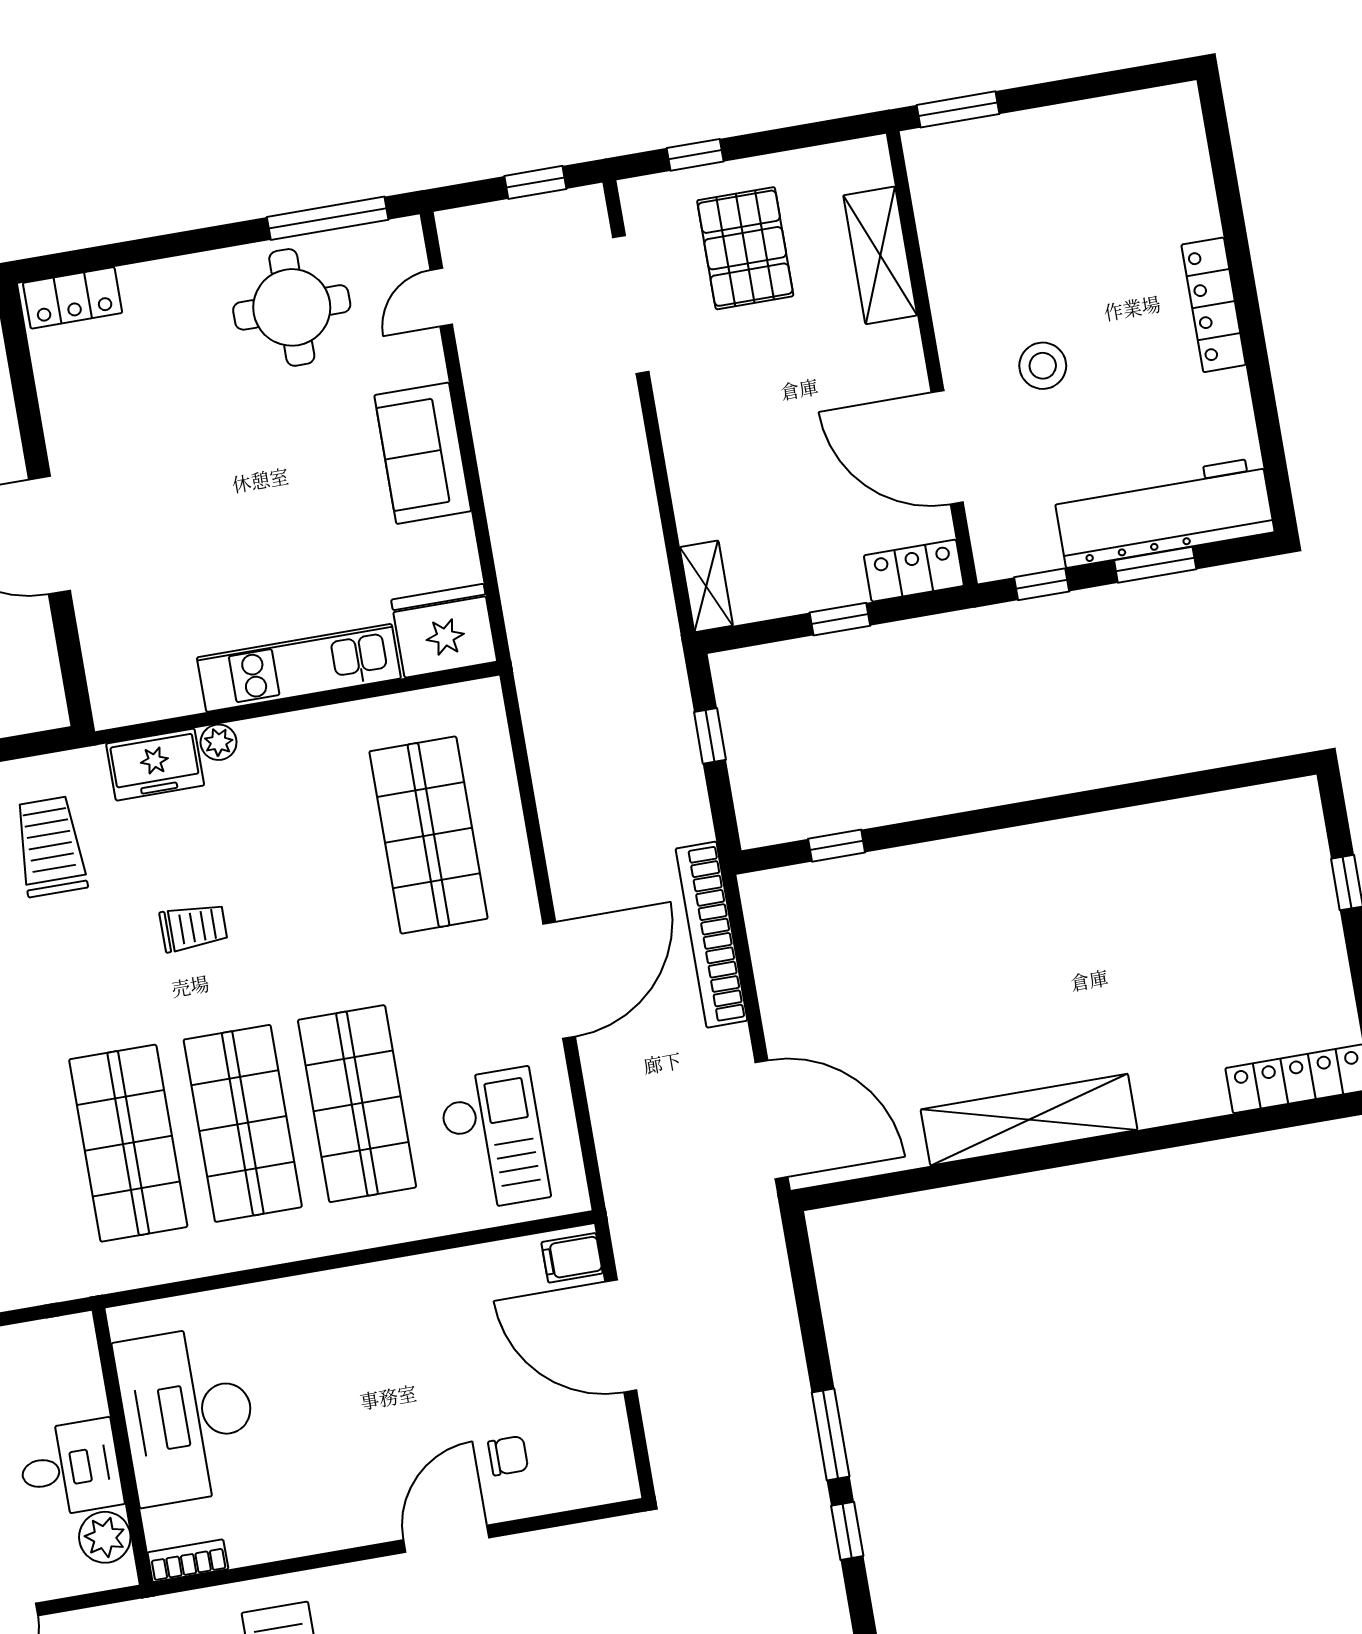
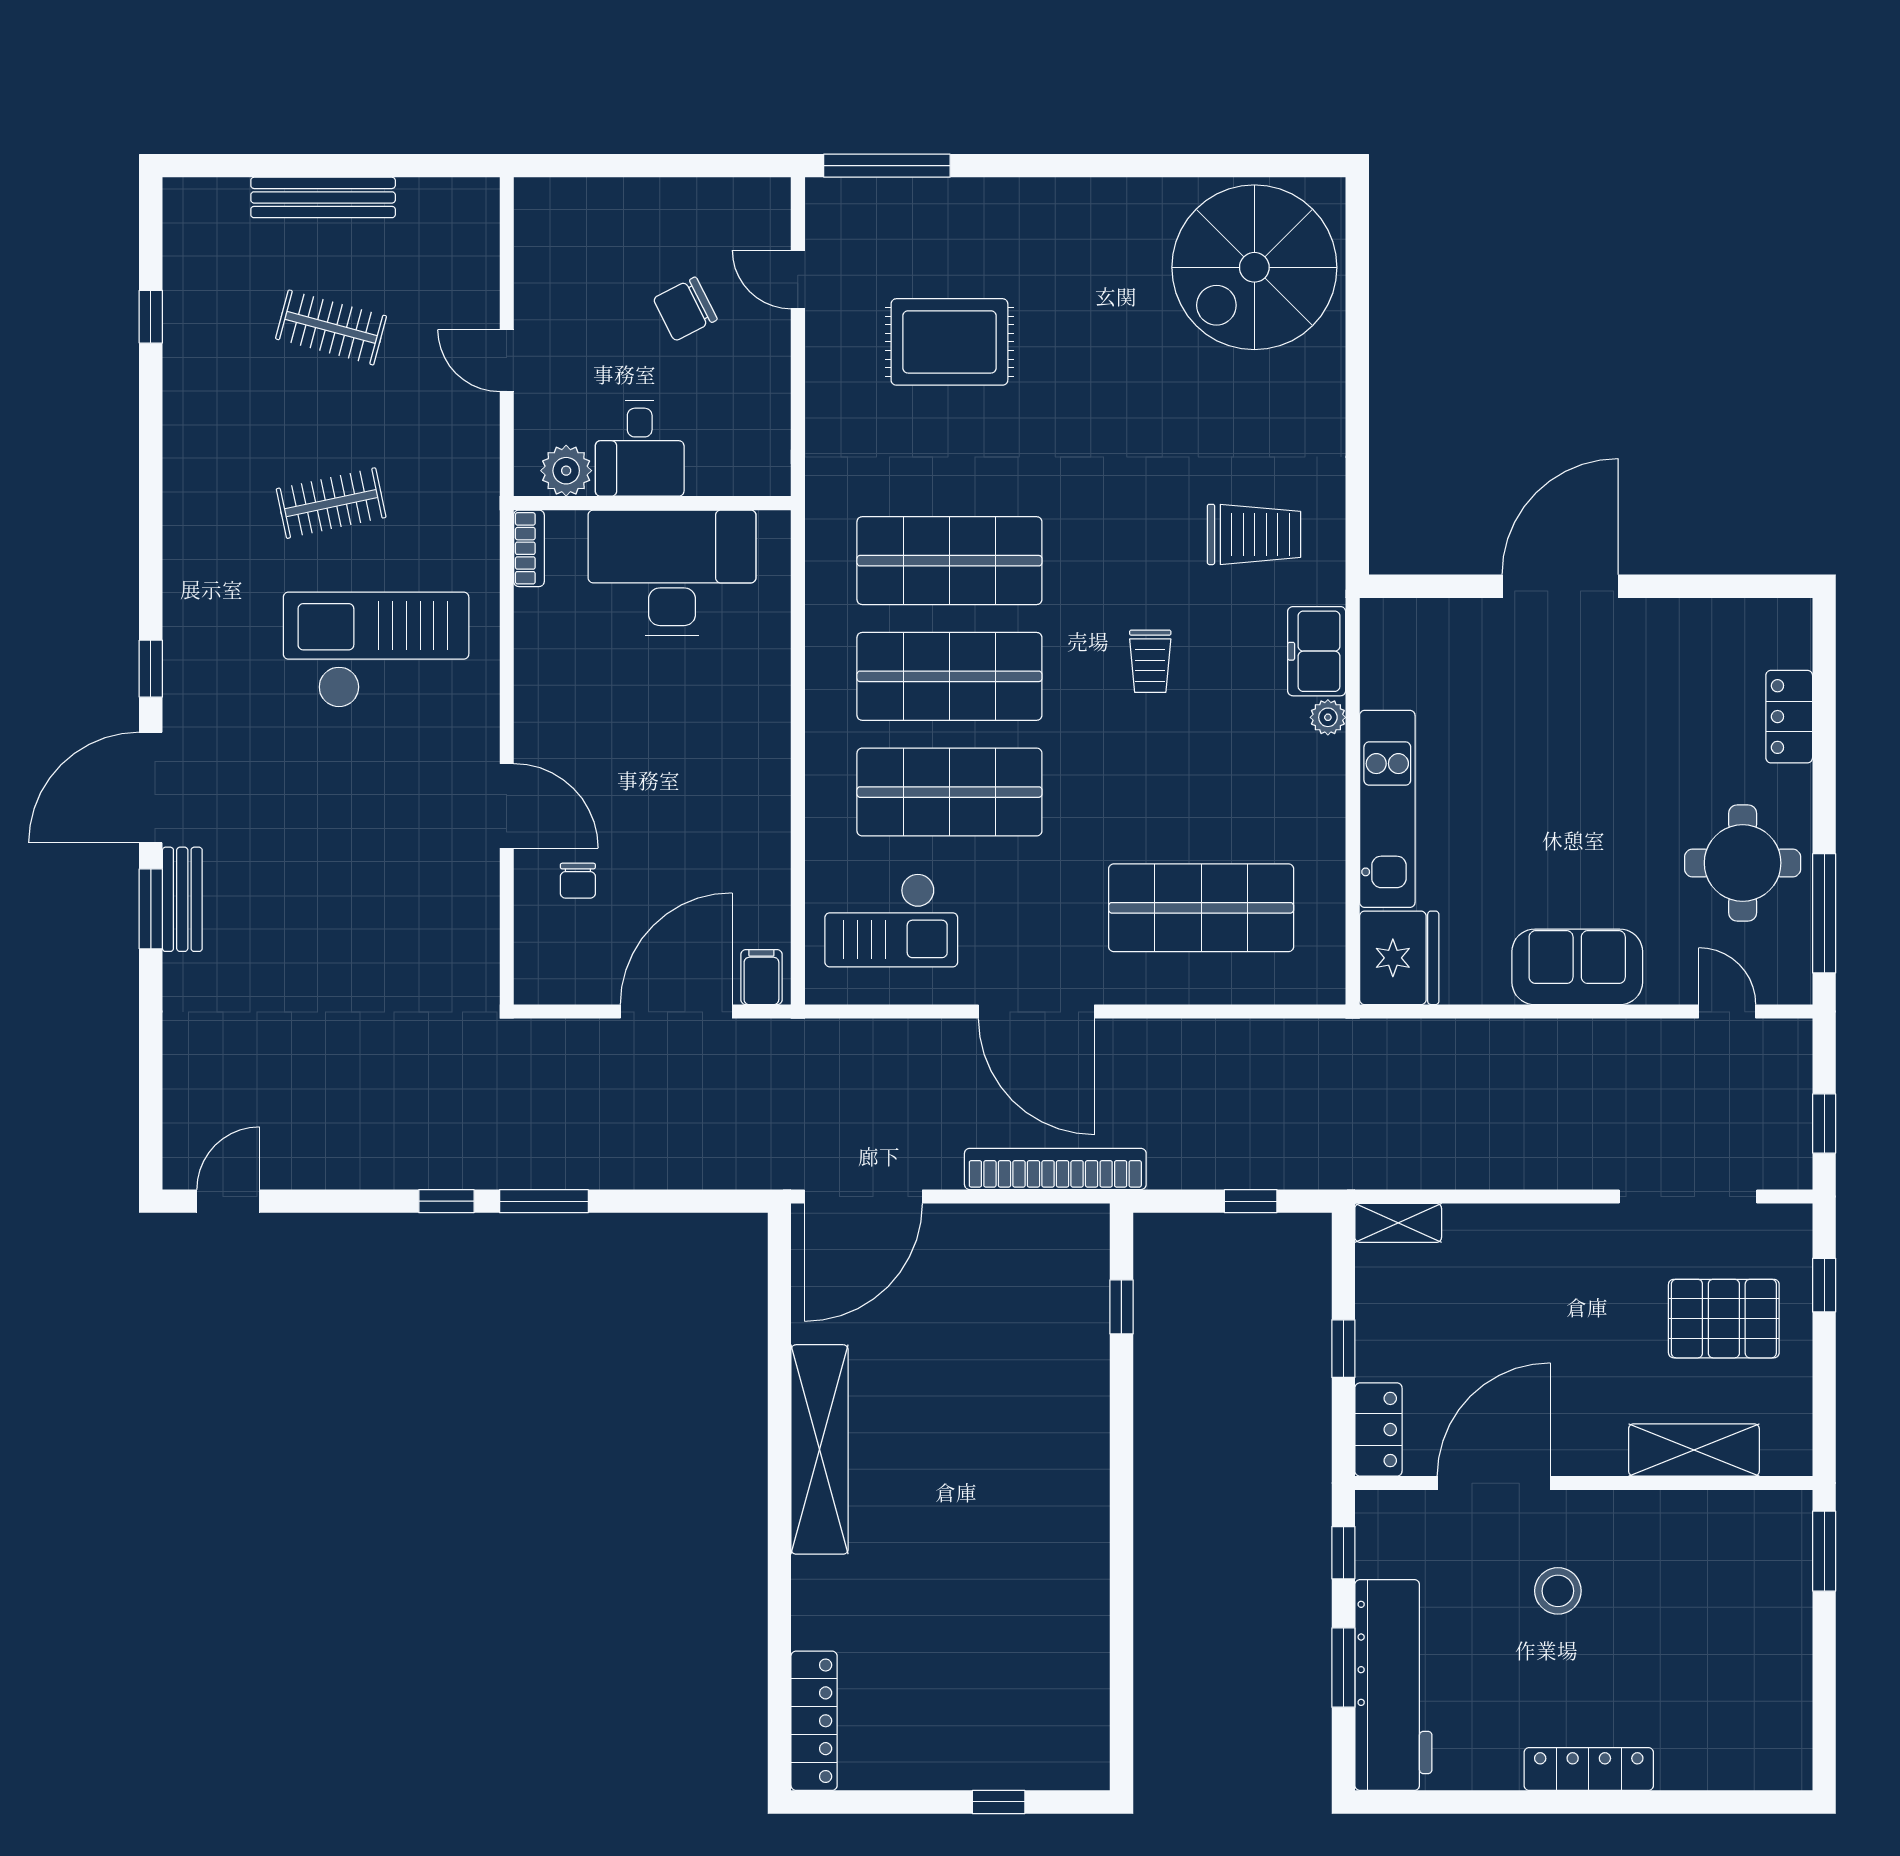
locker: (73, 298) -> (1789, 717), moved

